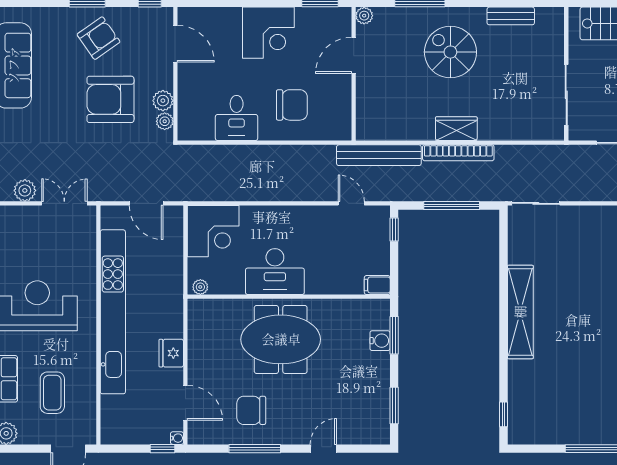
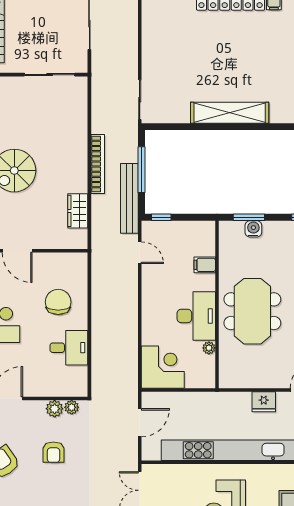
armchair: (110, 99) -> (53, 452), width x0.53, depth x0.53
wardrobe: (456, 129) -> (78, 211), moved
bench: (379, 155) -> (129, 198), moved
door: (351, 203) -> (140, 253), swing flipped
filing cabinet: (377, 285) -> (205, 265), moved, turned 90
plant: (200, 287) -> (209, 348), moved

